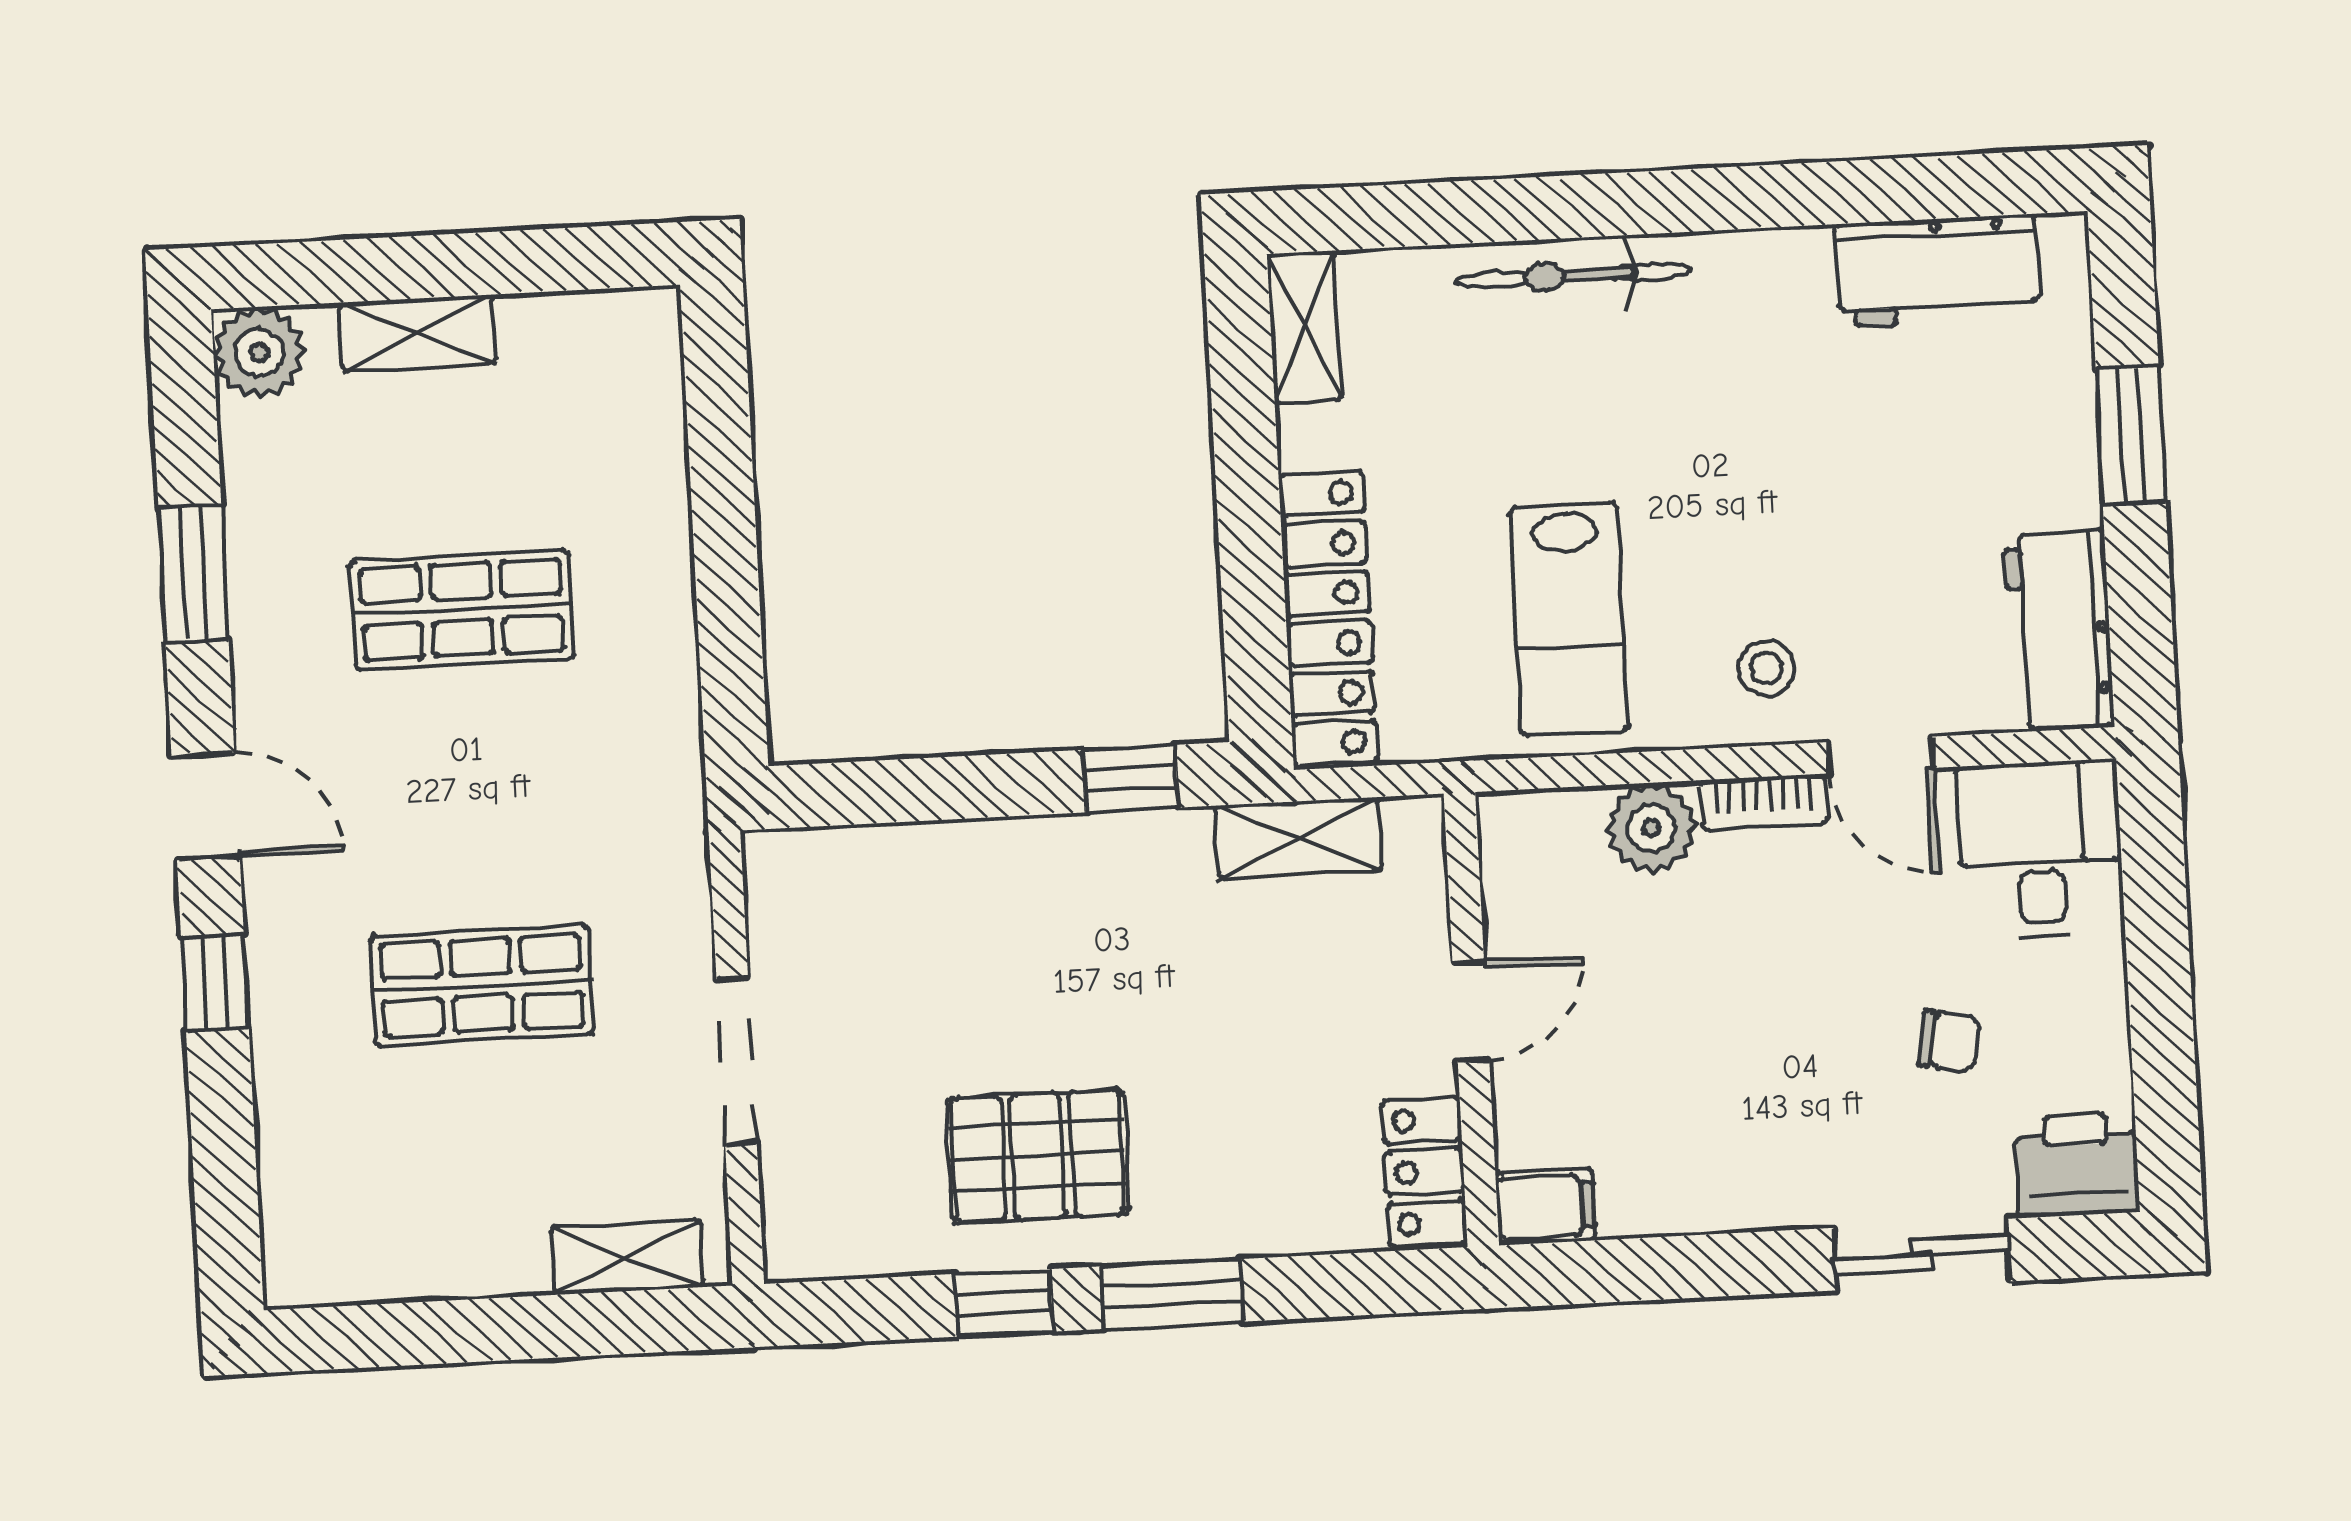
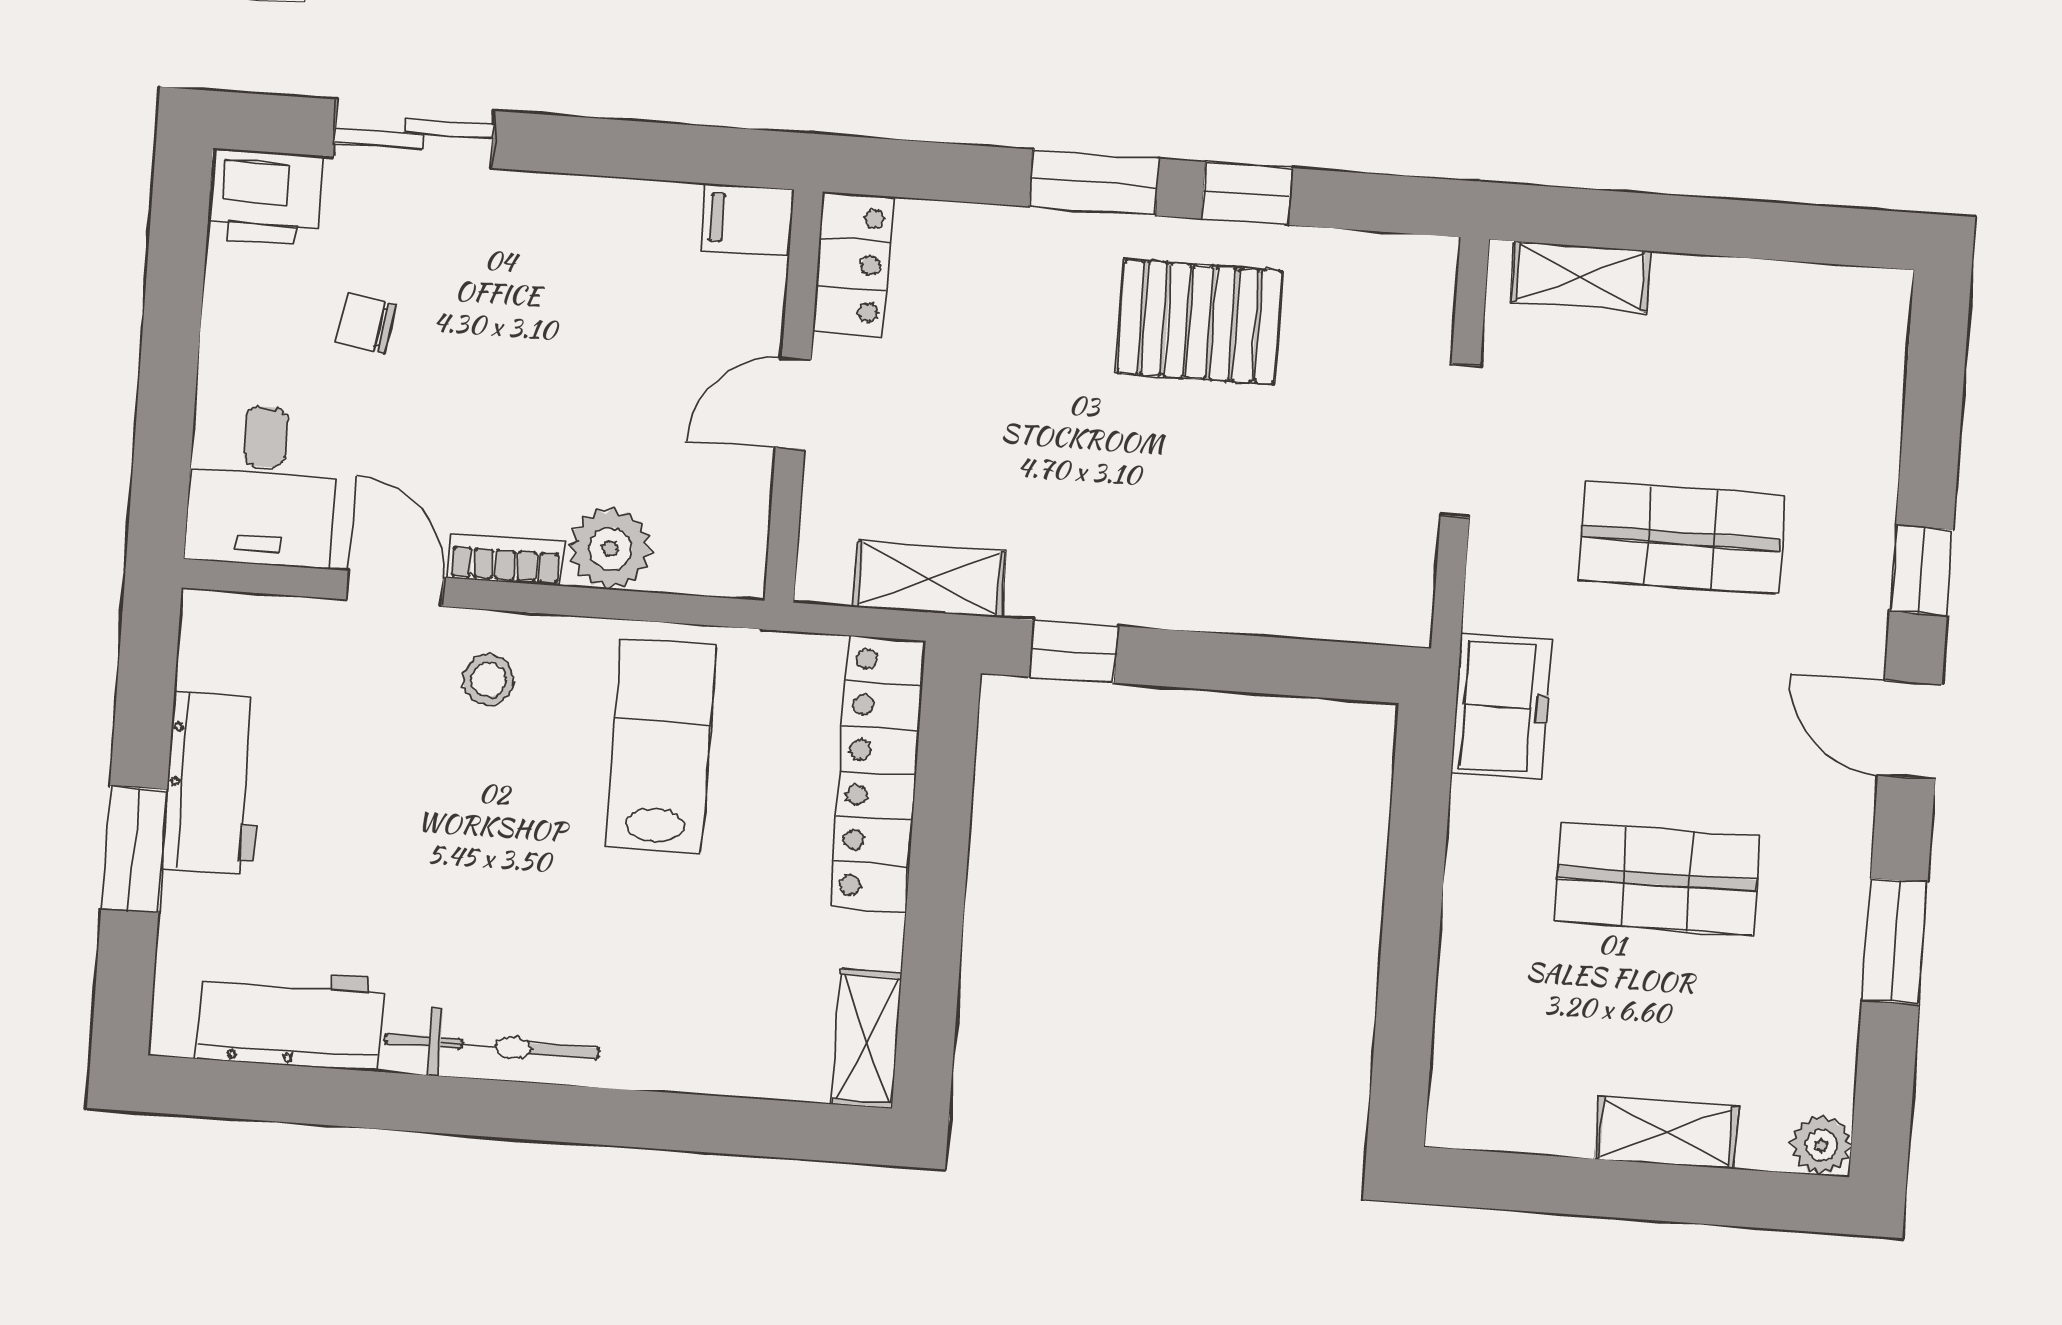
bicycle: (1573, 275) -> (492, 1046), moved
plant: (259, 353) -> (1821, 1145), width x0.73, depth x0.73
workbench: (2059, 630) -> (213, 783), moved
freezer: (655, 777) -> (1502, 706), added

